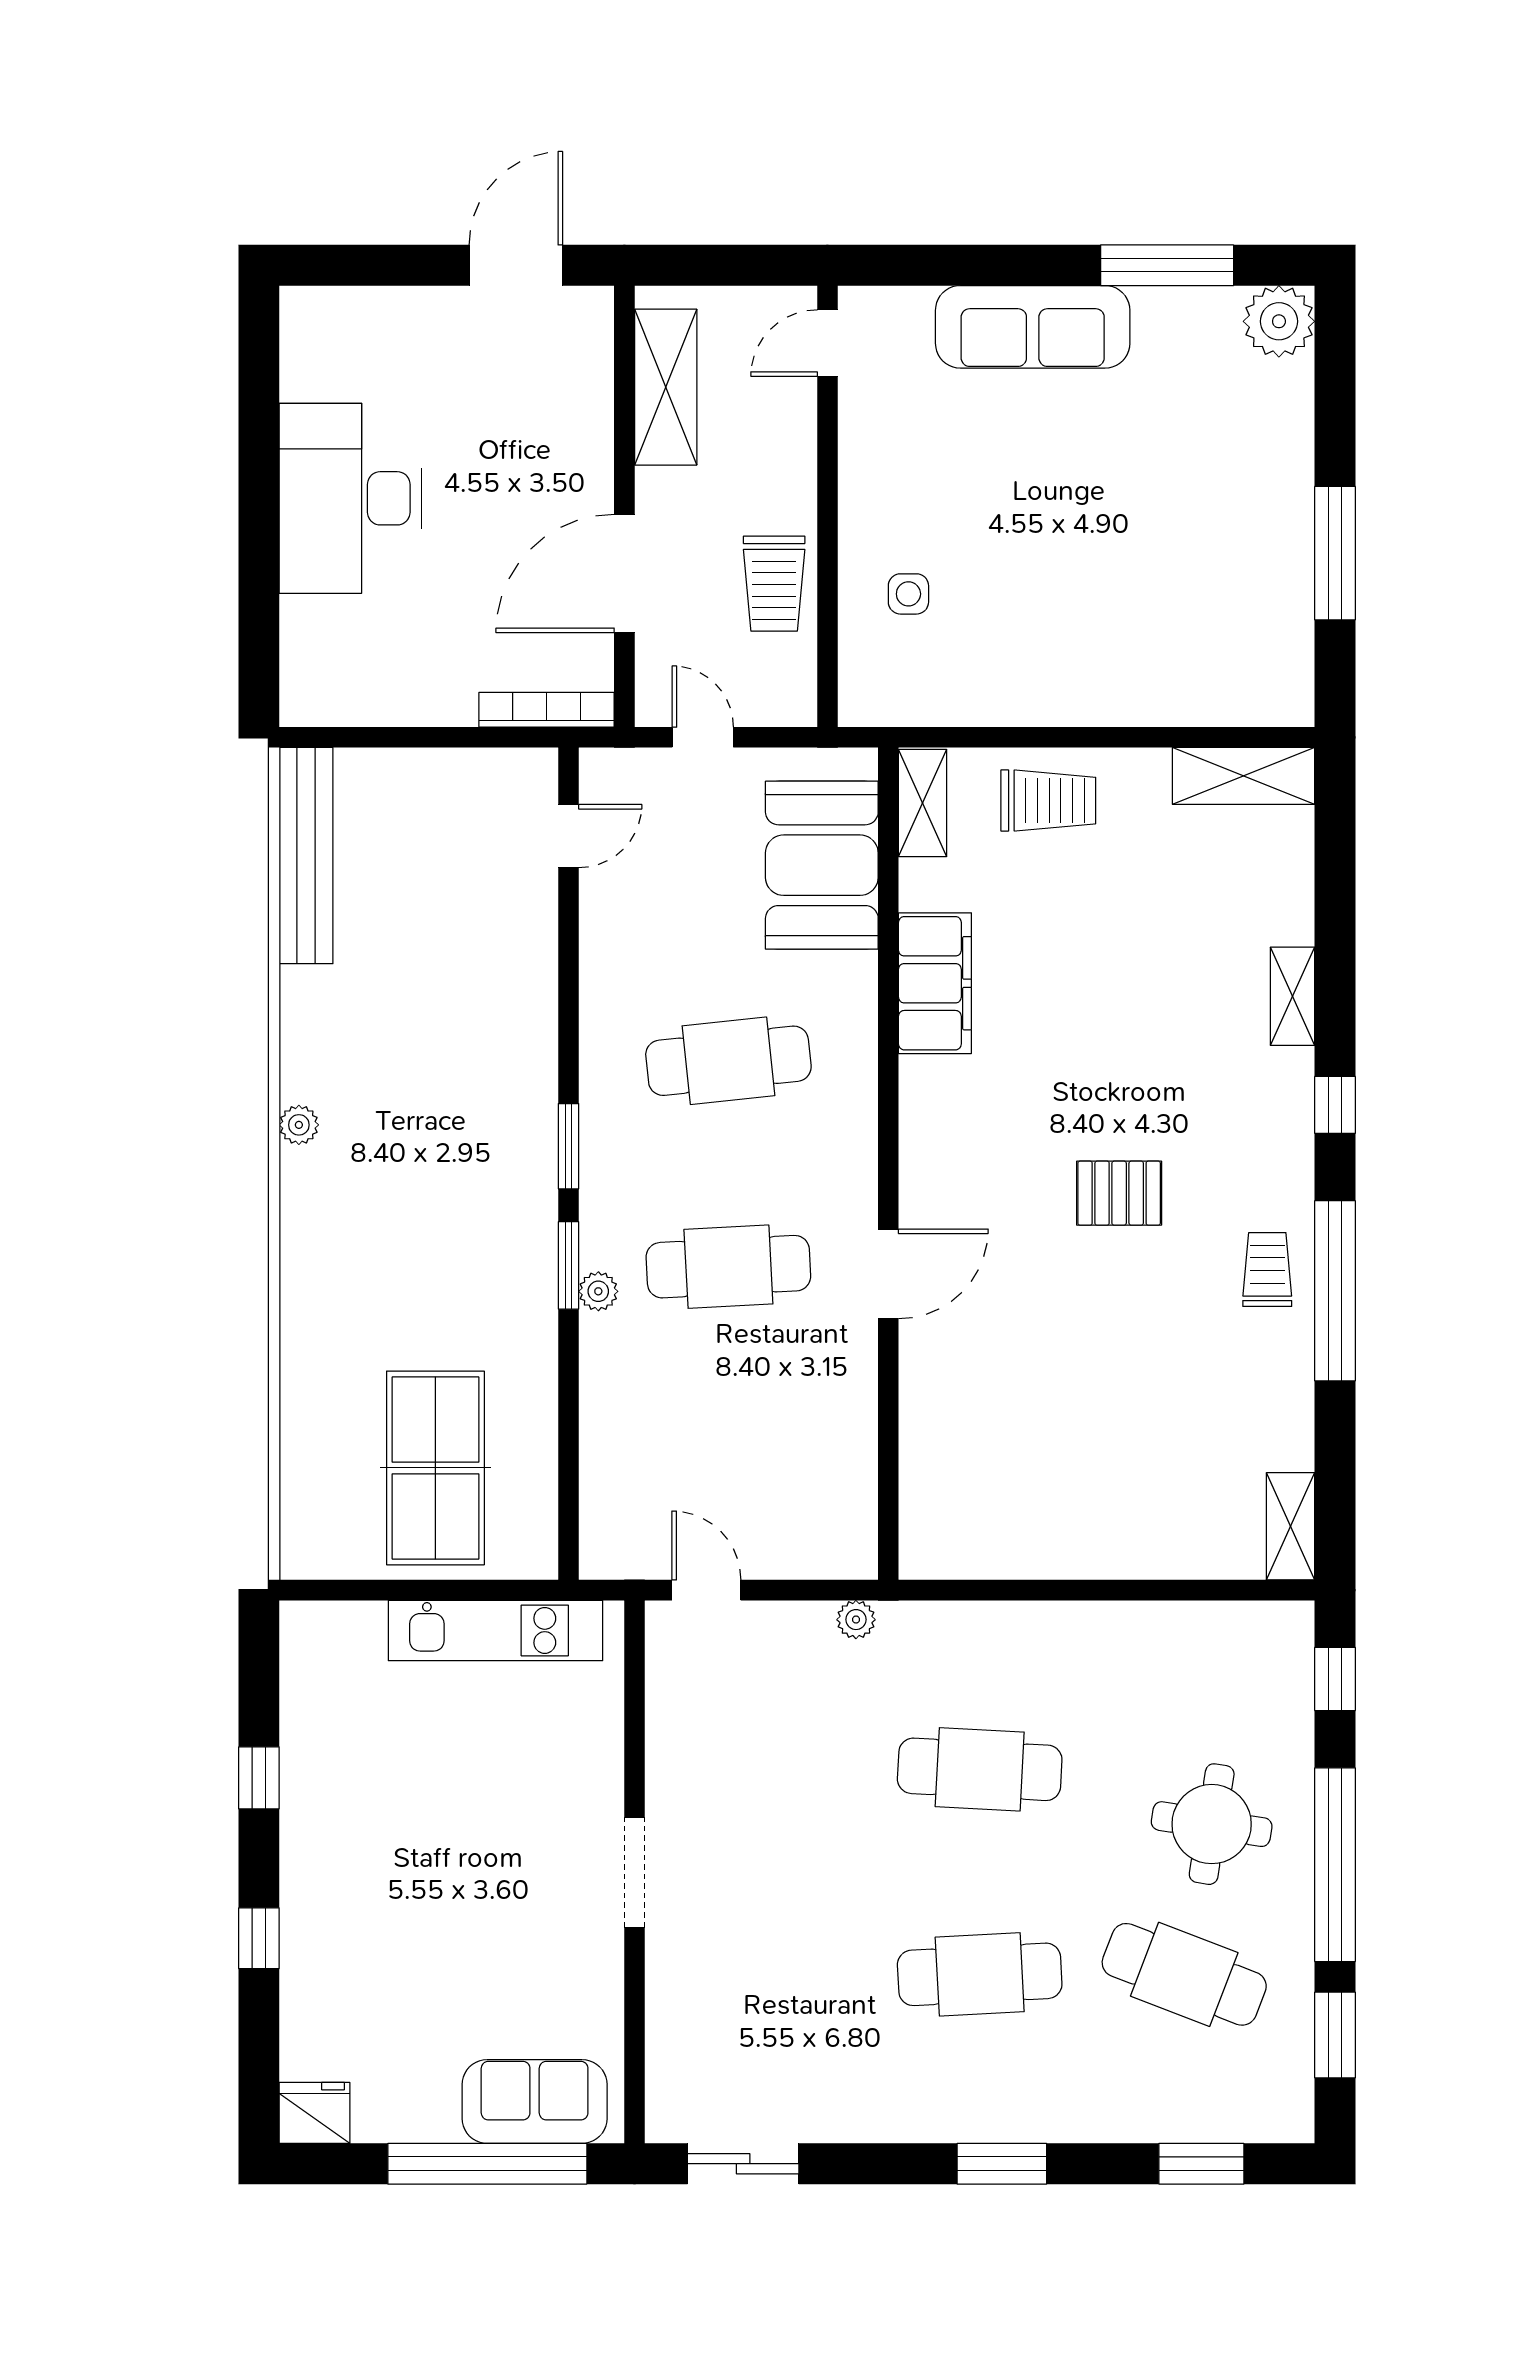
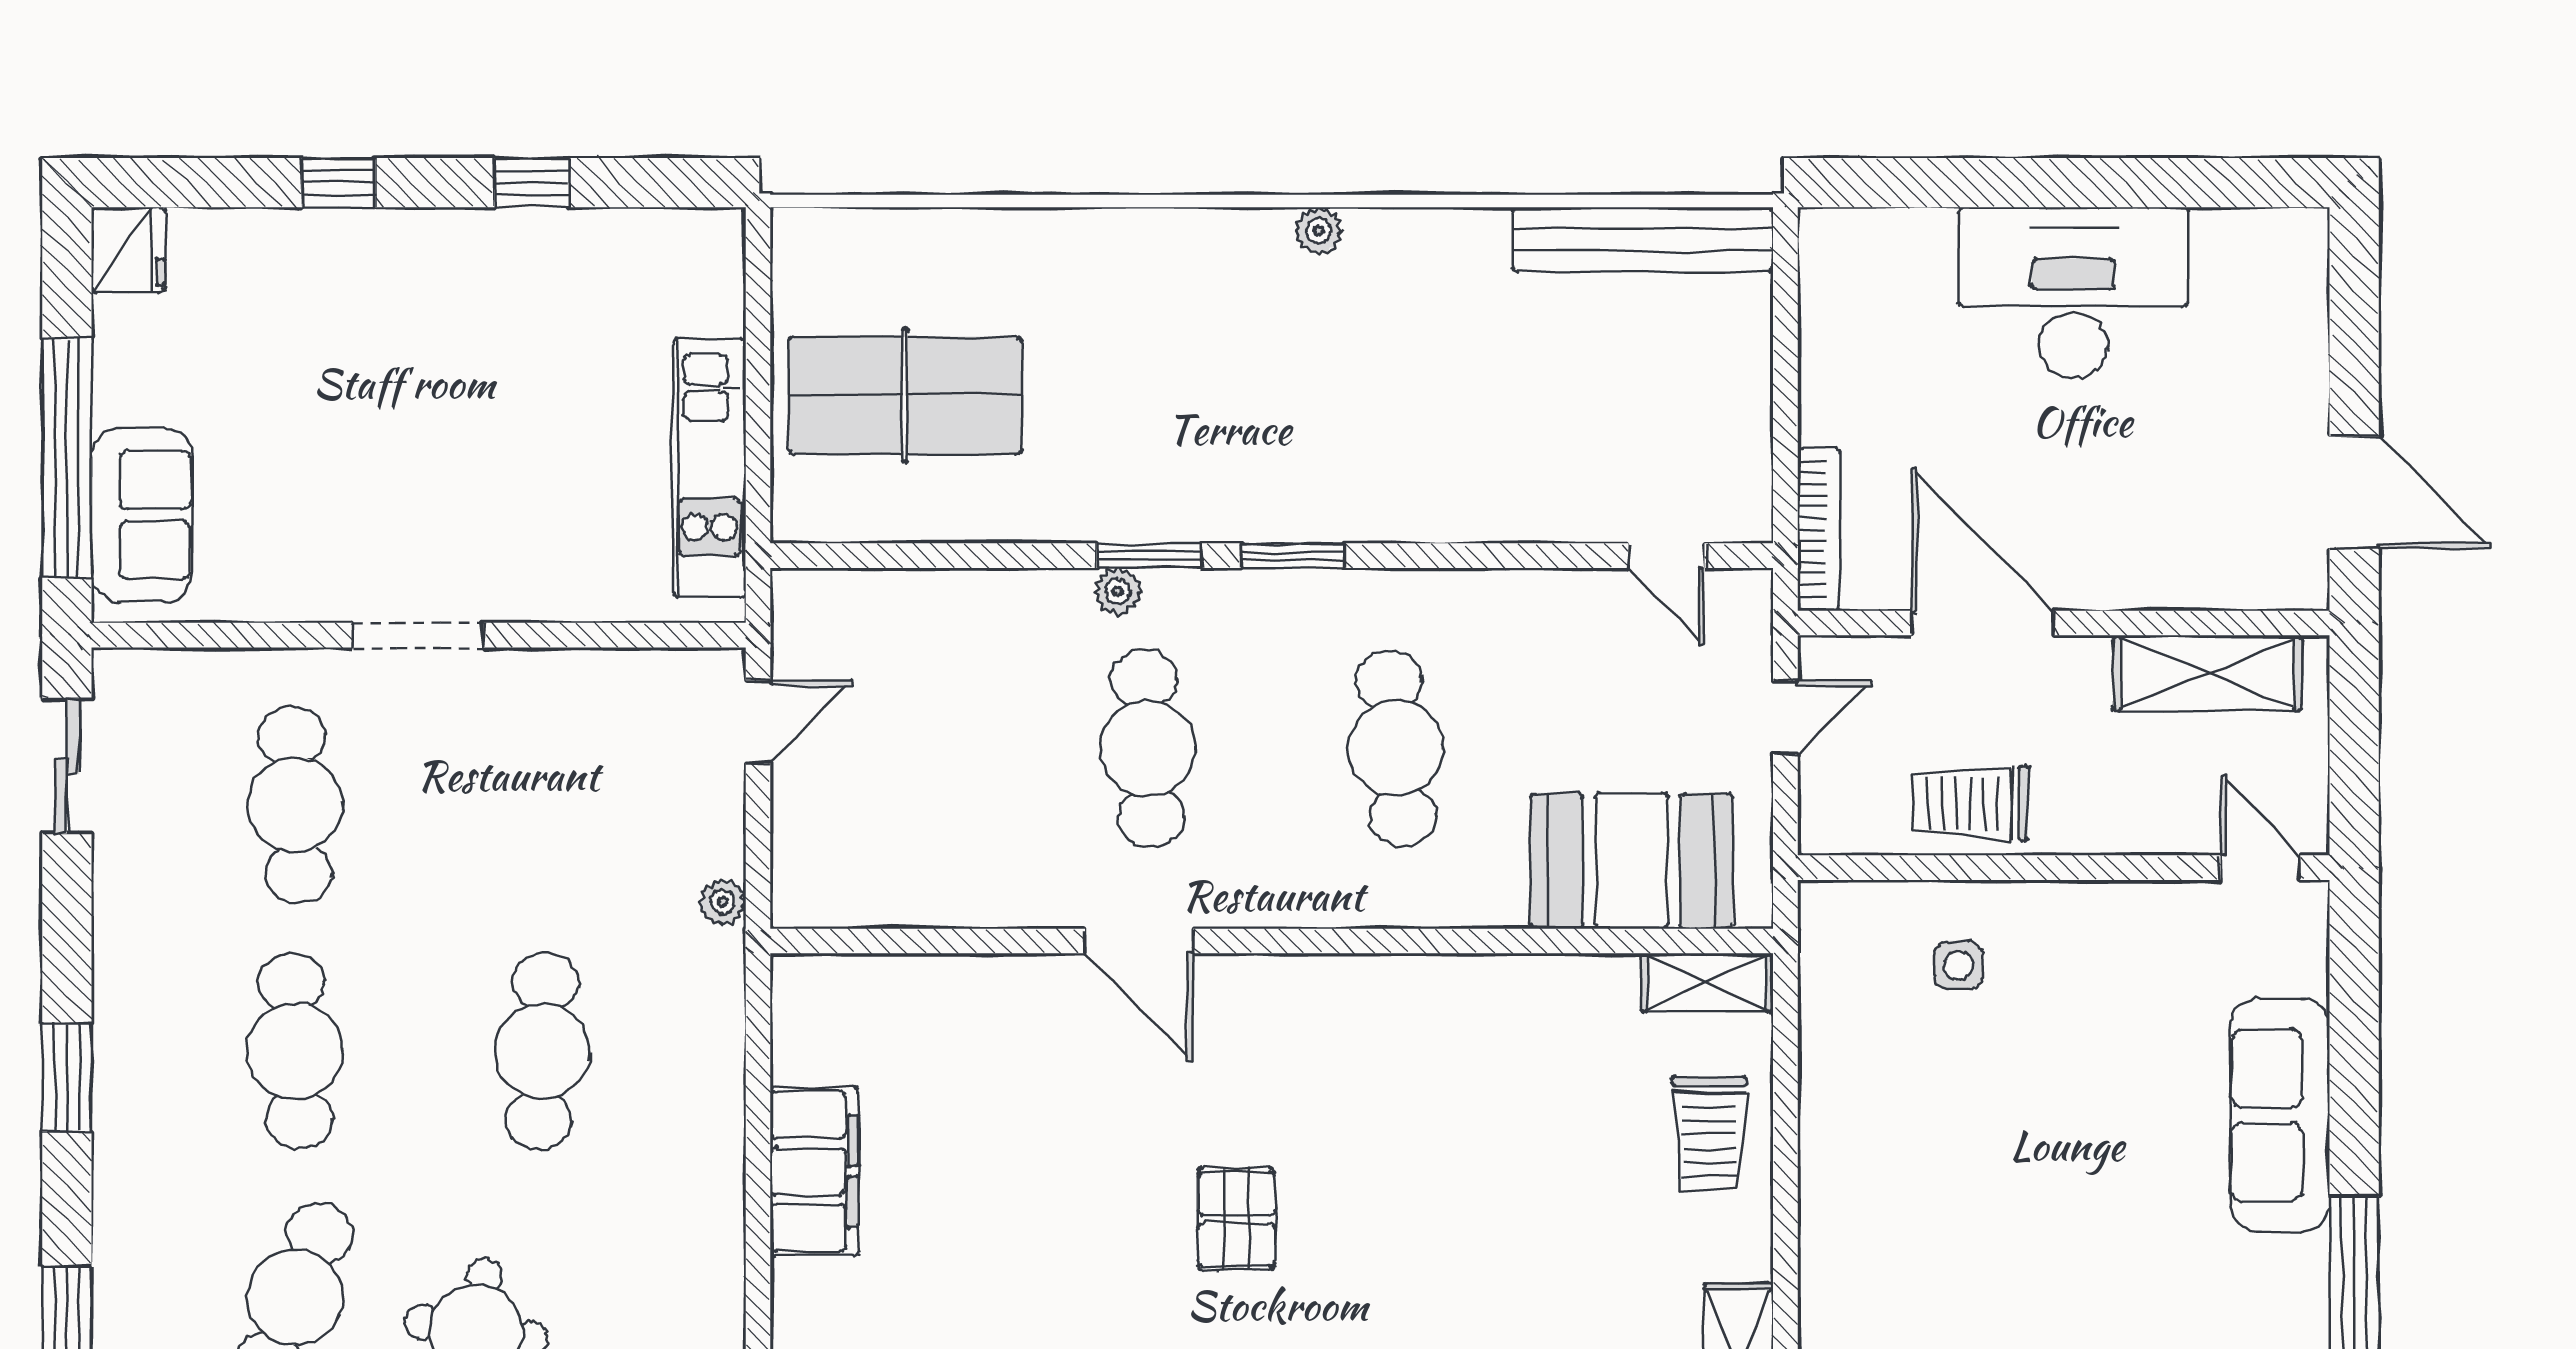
filing cabinet: (935, 983) -> (814, 1171), moved, turned -90
cafe table: (775, 1974) -> (295, 805), added

